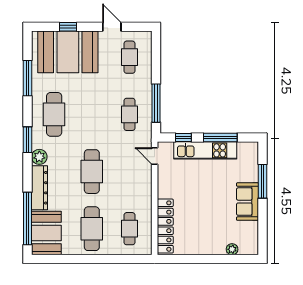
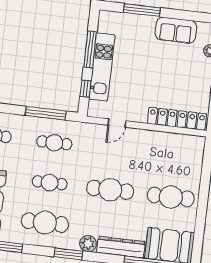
door: (155, 156) -> (117, 123), moved
sofa: (248, 202) -> (176, 30), moved
cafe table: (129, 229) -> (50, 183), moved

